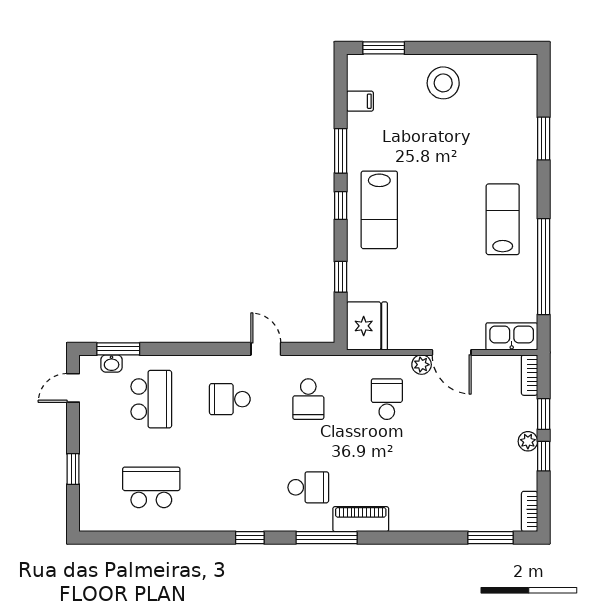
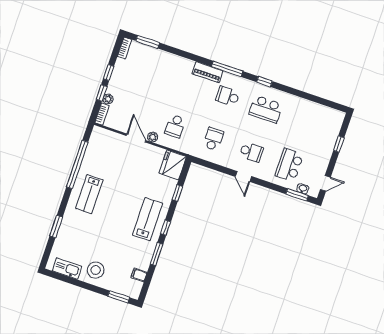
kitchen sink: (512, 336) -> (67, 269), moved, turned 180
door: (266, 349) -> (243, 177), moved
plant: (528, 441) -> (108, 99), moved
school desk: (151, 487) -> (266, 109), moved

